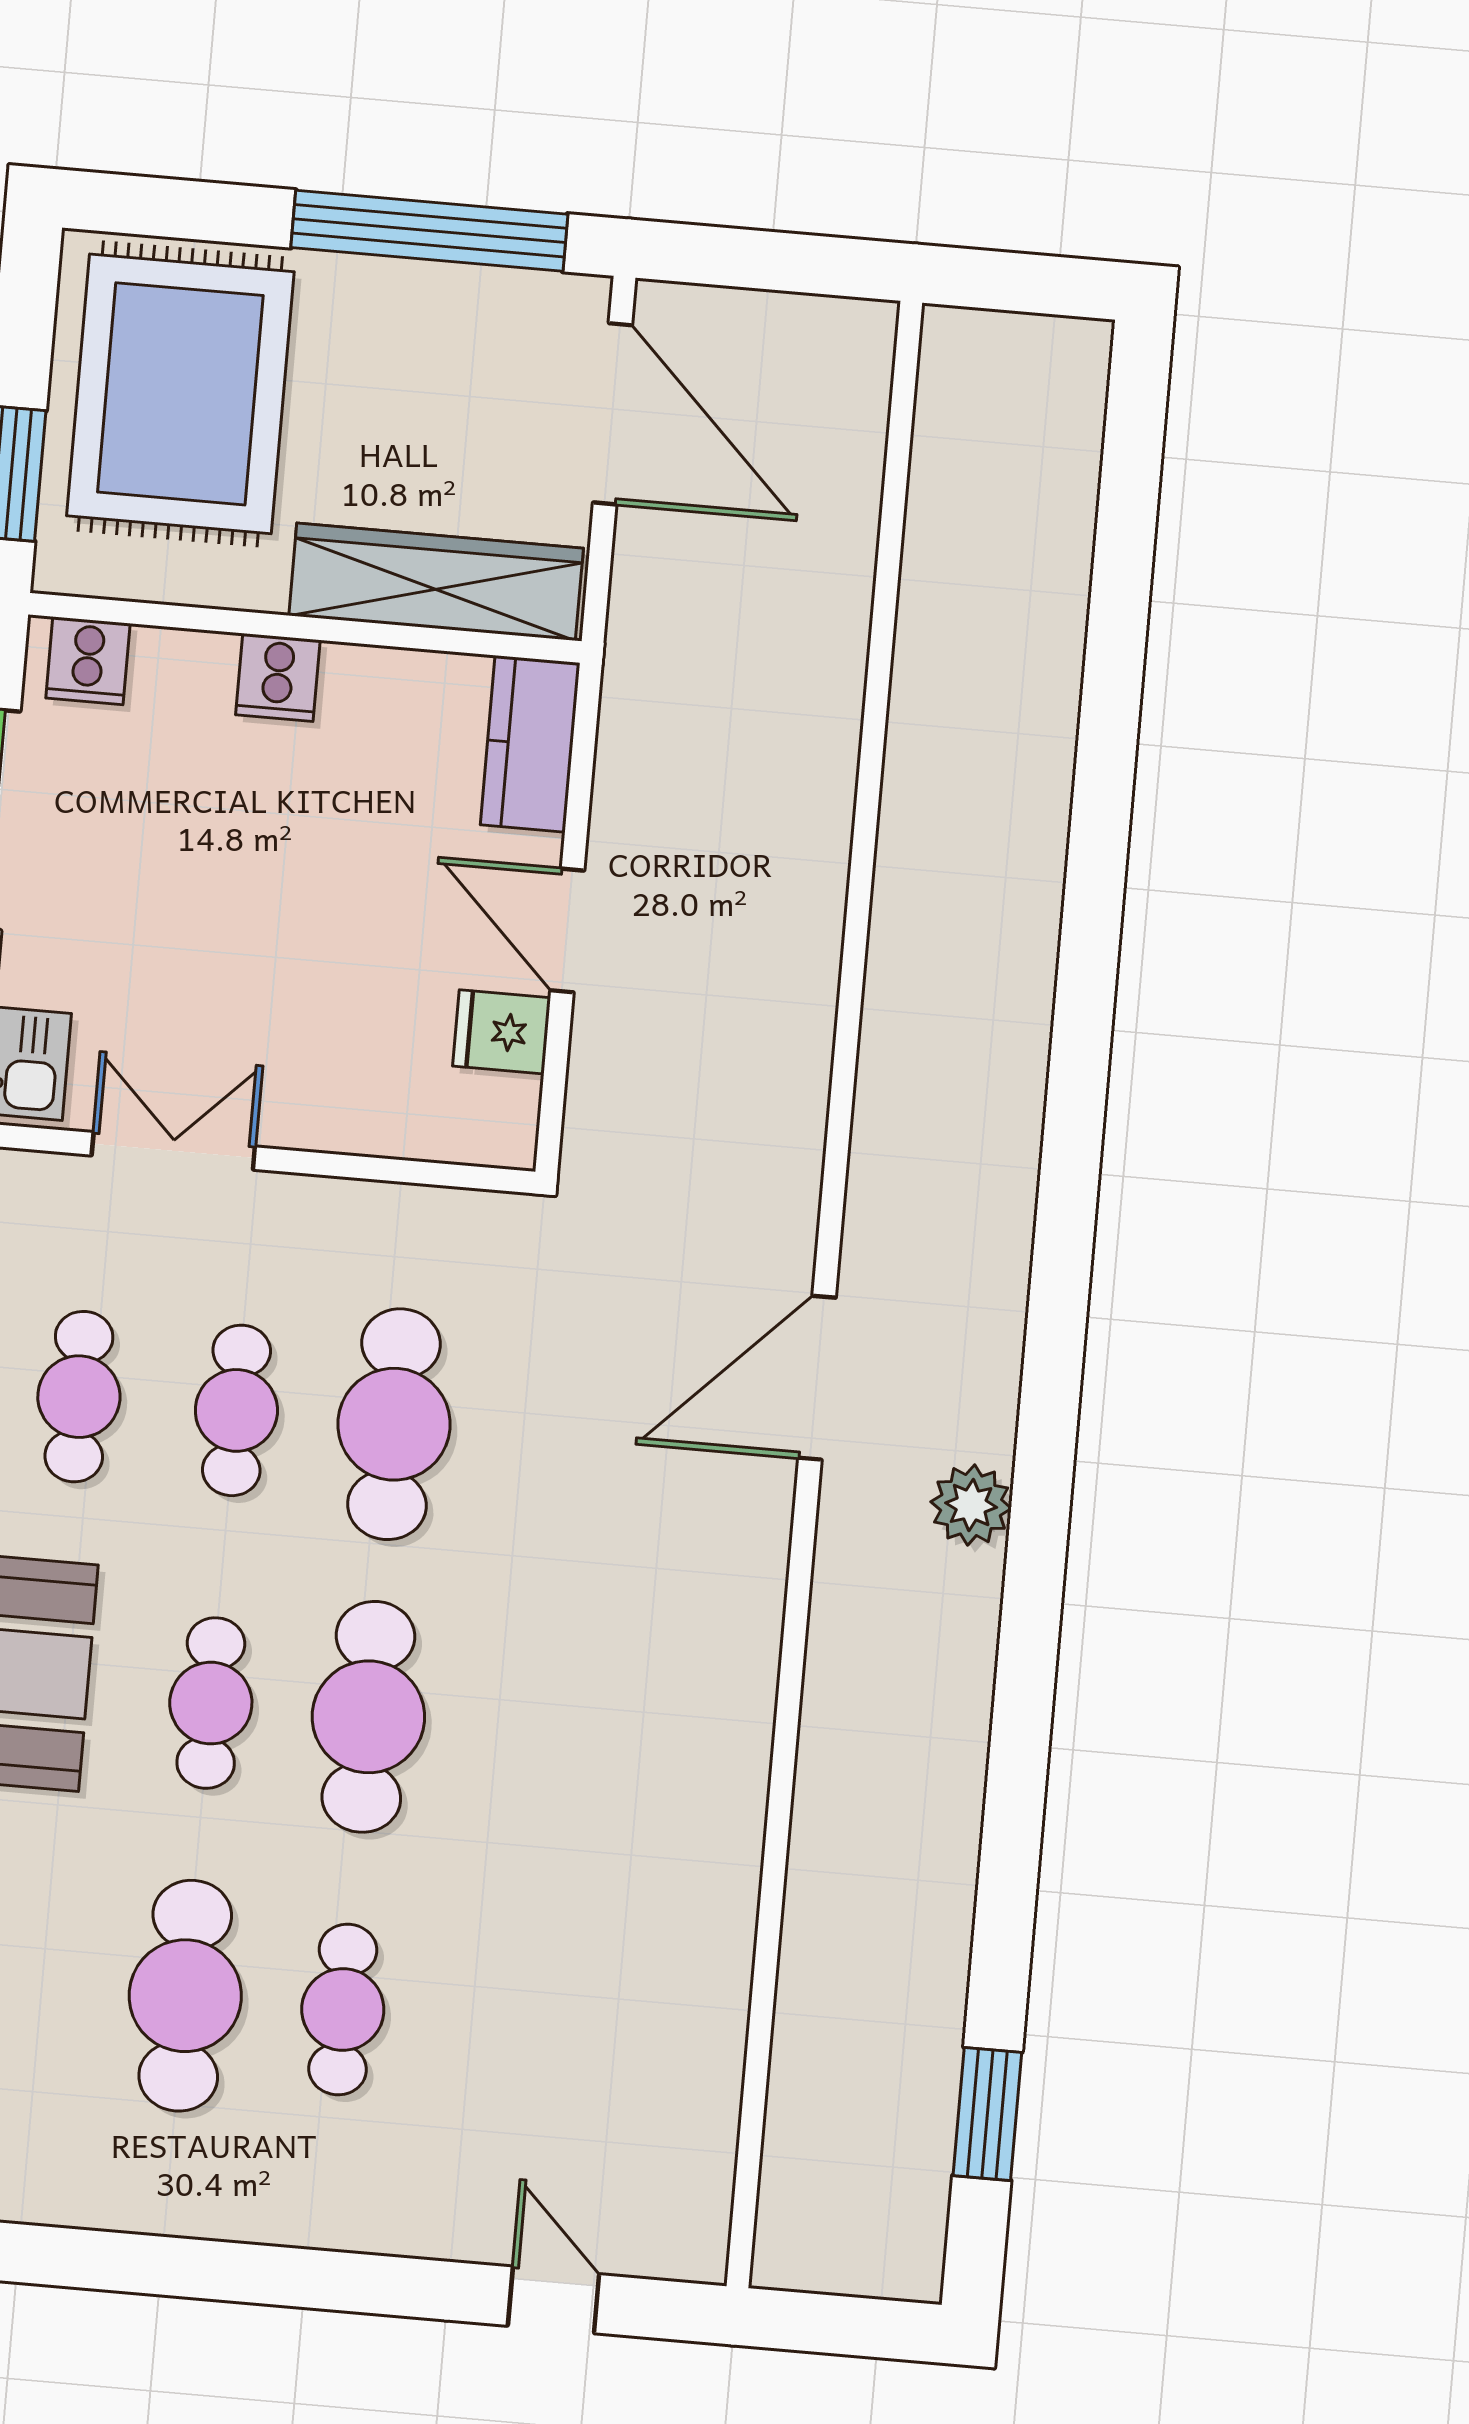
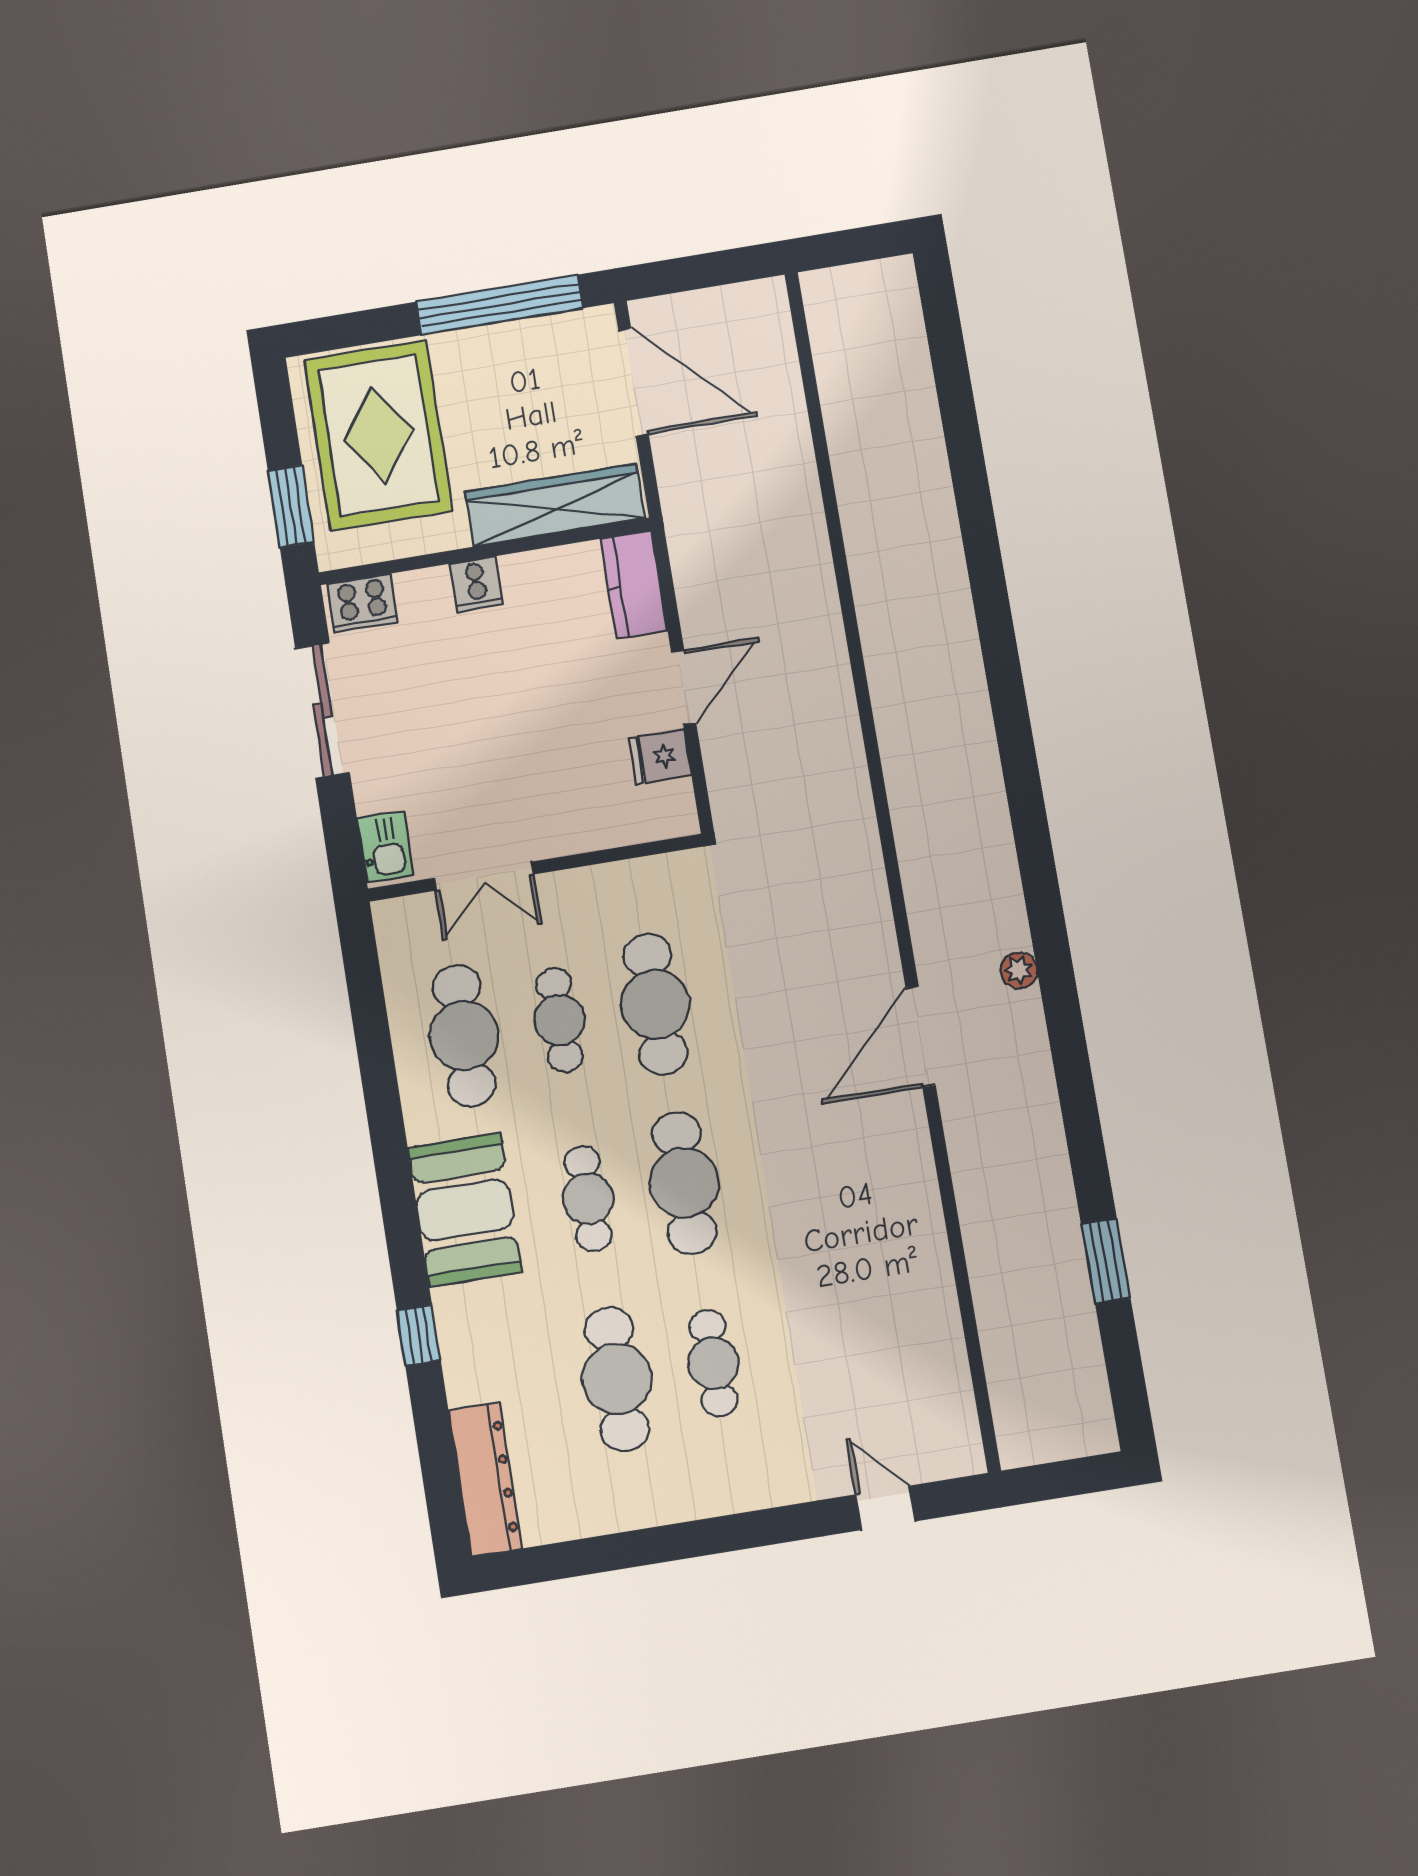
cooker: (88, 661) -> (362, 603), width x1.36
door: (567, 930) -> (684, 688), swing flipped
double door: (173, 1151) -> (484, 876), swing flipped
door: (817, 1378) -> (921, 1036), moved
cafe table: (79, 1397) -> (464, 1036), width x1.37, depth x1.35
plant: (971, 1505) -> (1019, 970), width x0.73, depth x0.73
window: (987, 2114) -> (1106, 1261), moved

